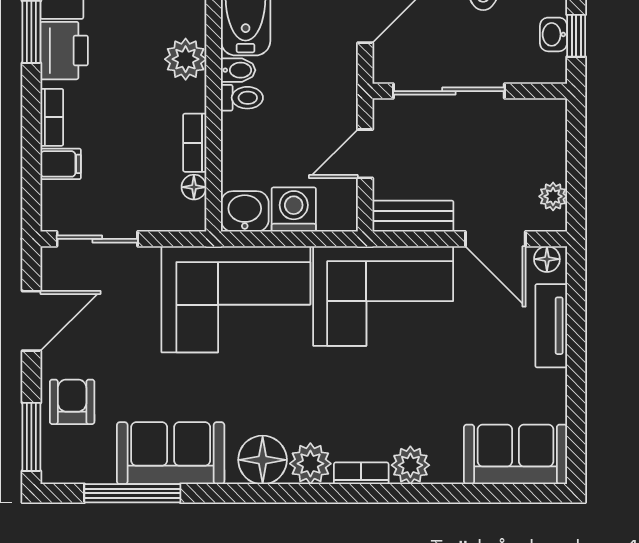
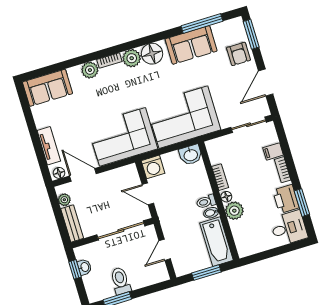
door: (365, 154) -> (148, 194), swing flipped
floor lamp: (194, 187) -> (226, 197), moved
washing machine: (294, 210) -> (153, 167), moved
bench: (413, 216) -> (72, 223), moved, turned 90

